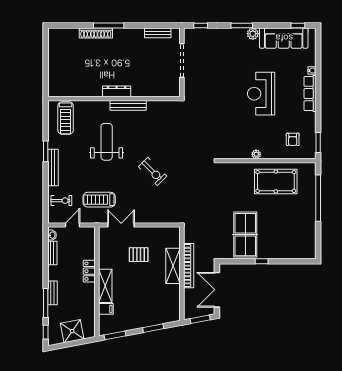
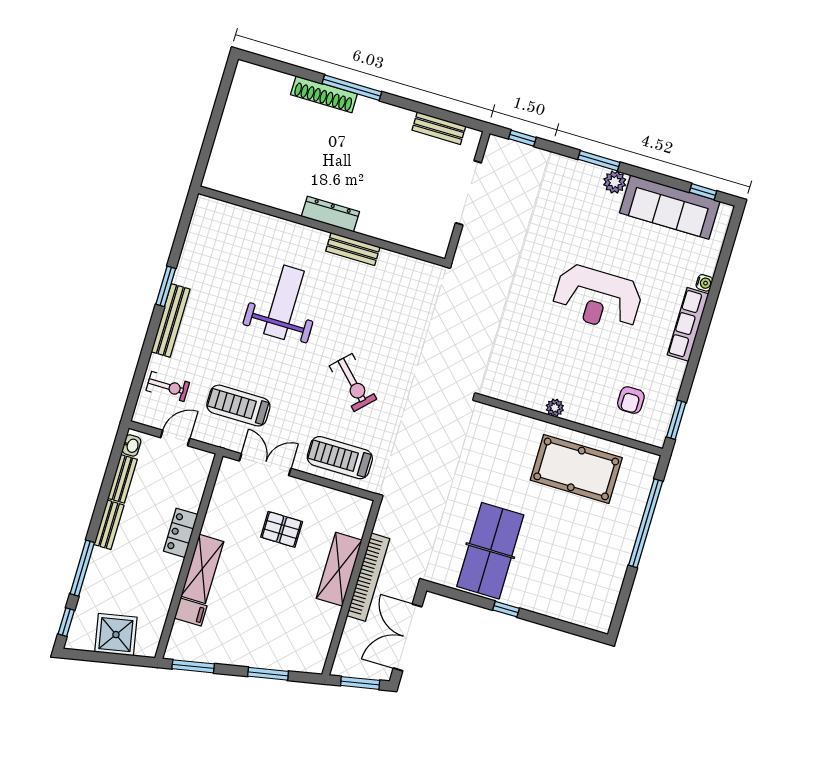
reception desk: (261, 94) -> (597, 298), turned -90
bench: (128, 105) -> (353, 249), width x0.73
treadmill: (66, 118) -> (340, 458), moved, turned 90
bench: (53, 293) -> (109, 525), moved

